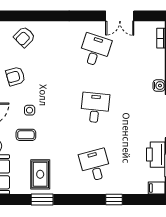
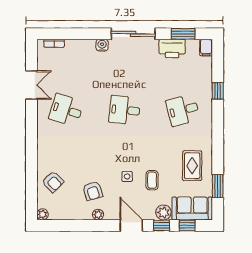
rug: (40, 174) -> (192, 166), turned 90
window: (42, 200) -> (218, 186), moved

